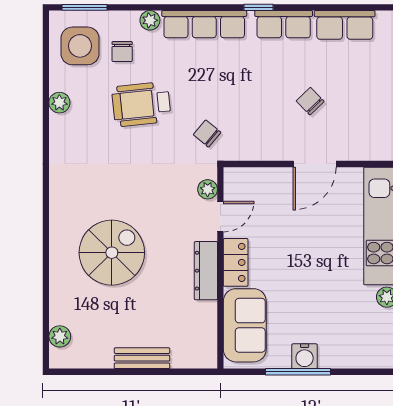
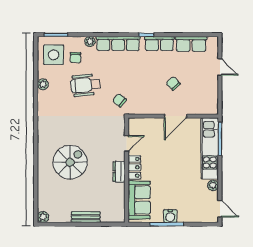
plant: (208, 189) -> (120, 129), removed
dresser: (206, 271) -> (119, 172), width x0.70
plant: (60, 336) -> (43, 217), moved

